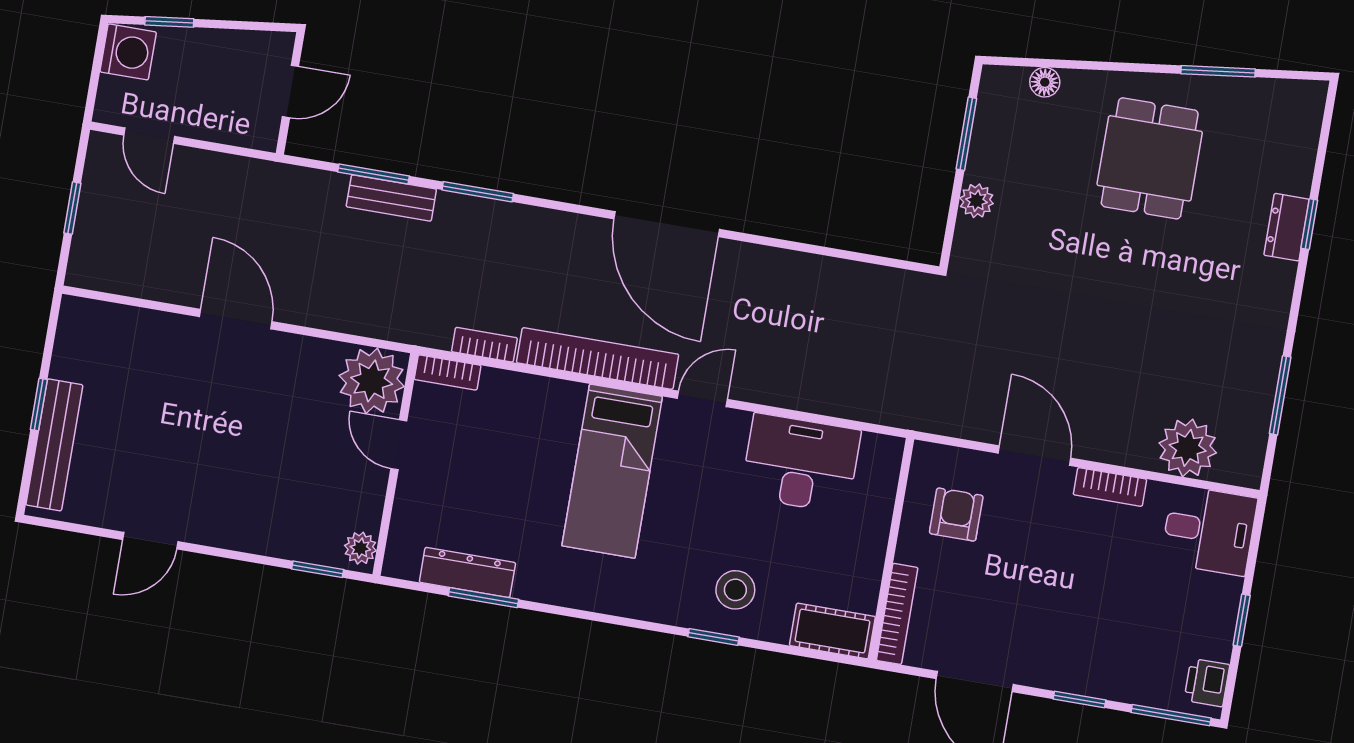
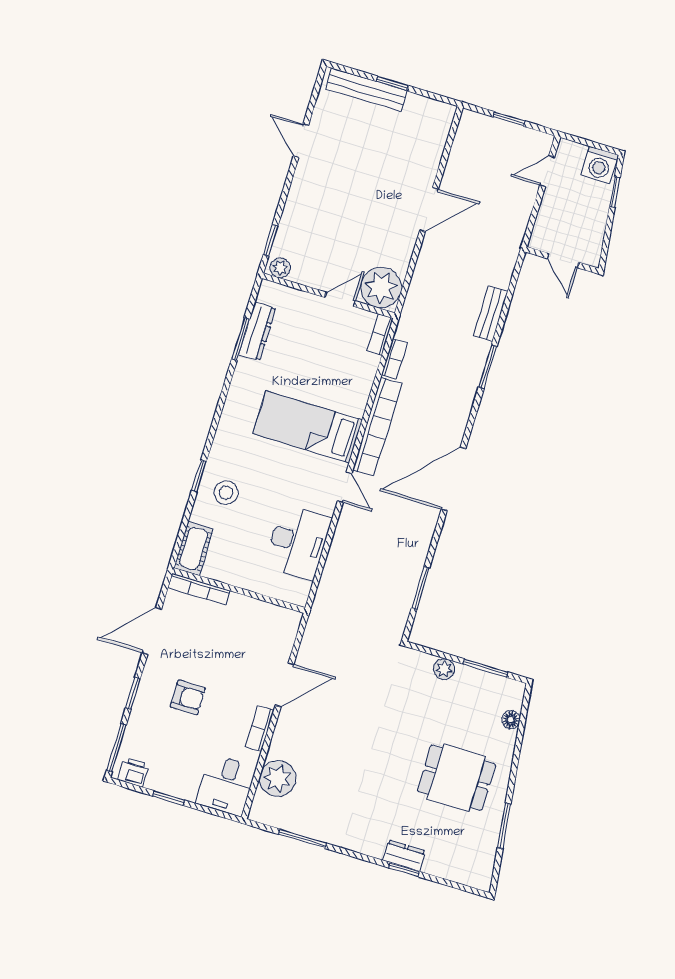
window: (374, 174) -> (420, 588), moved
armchair: (956, 515) -> (188, 697), moved

